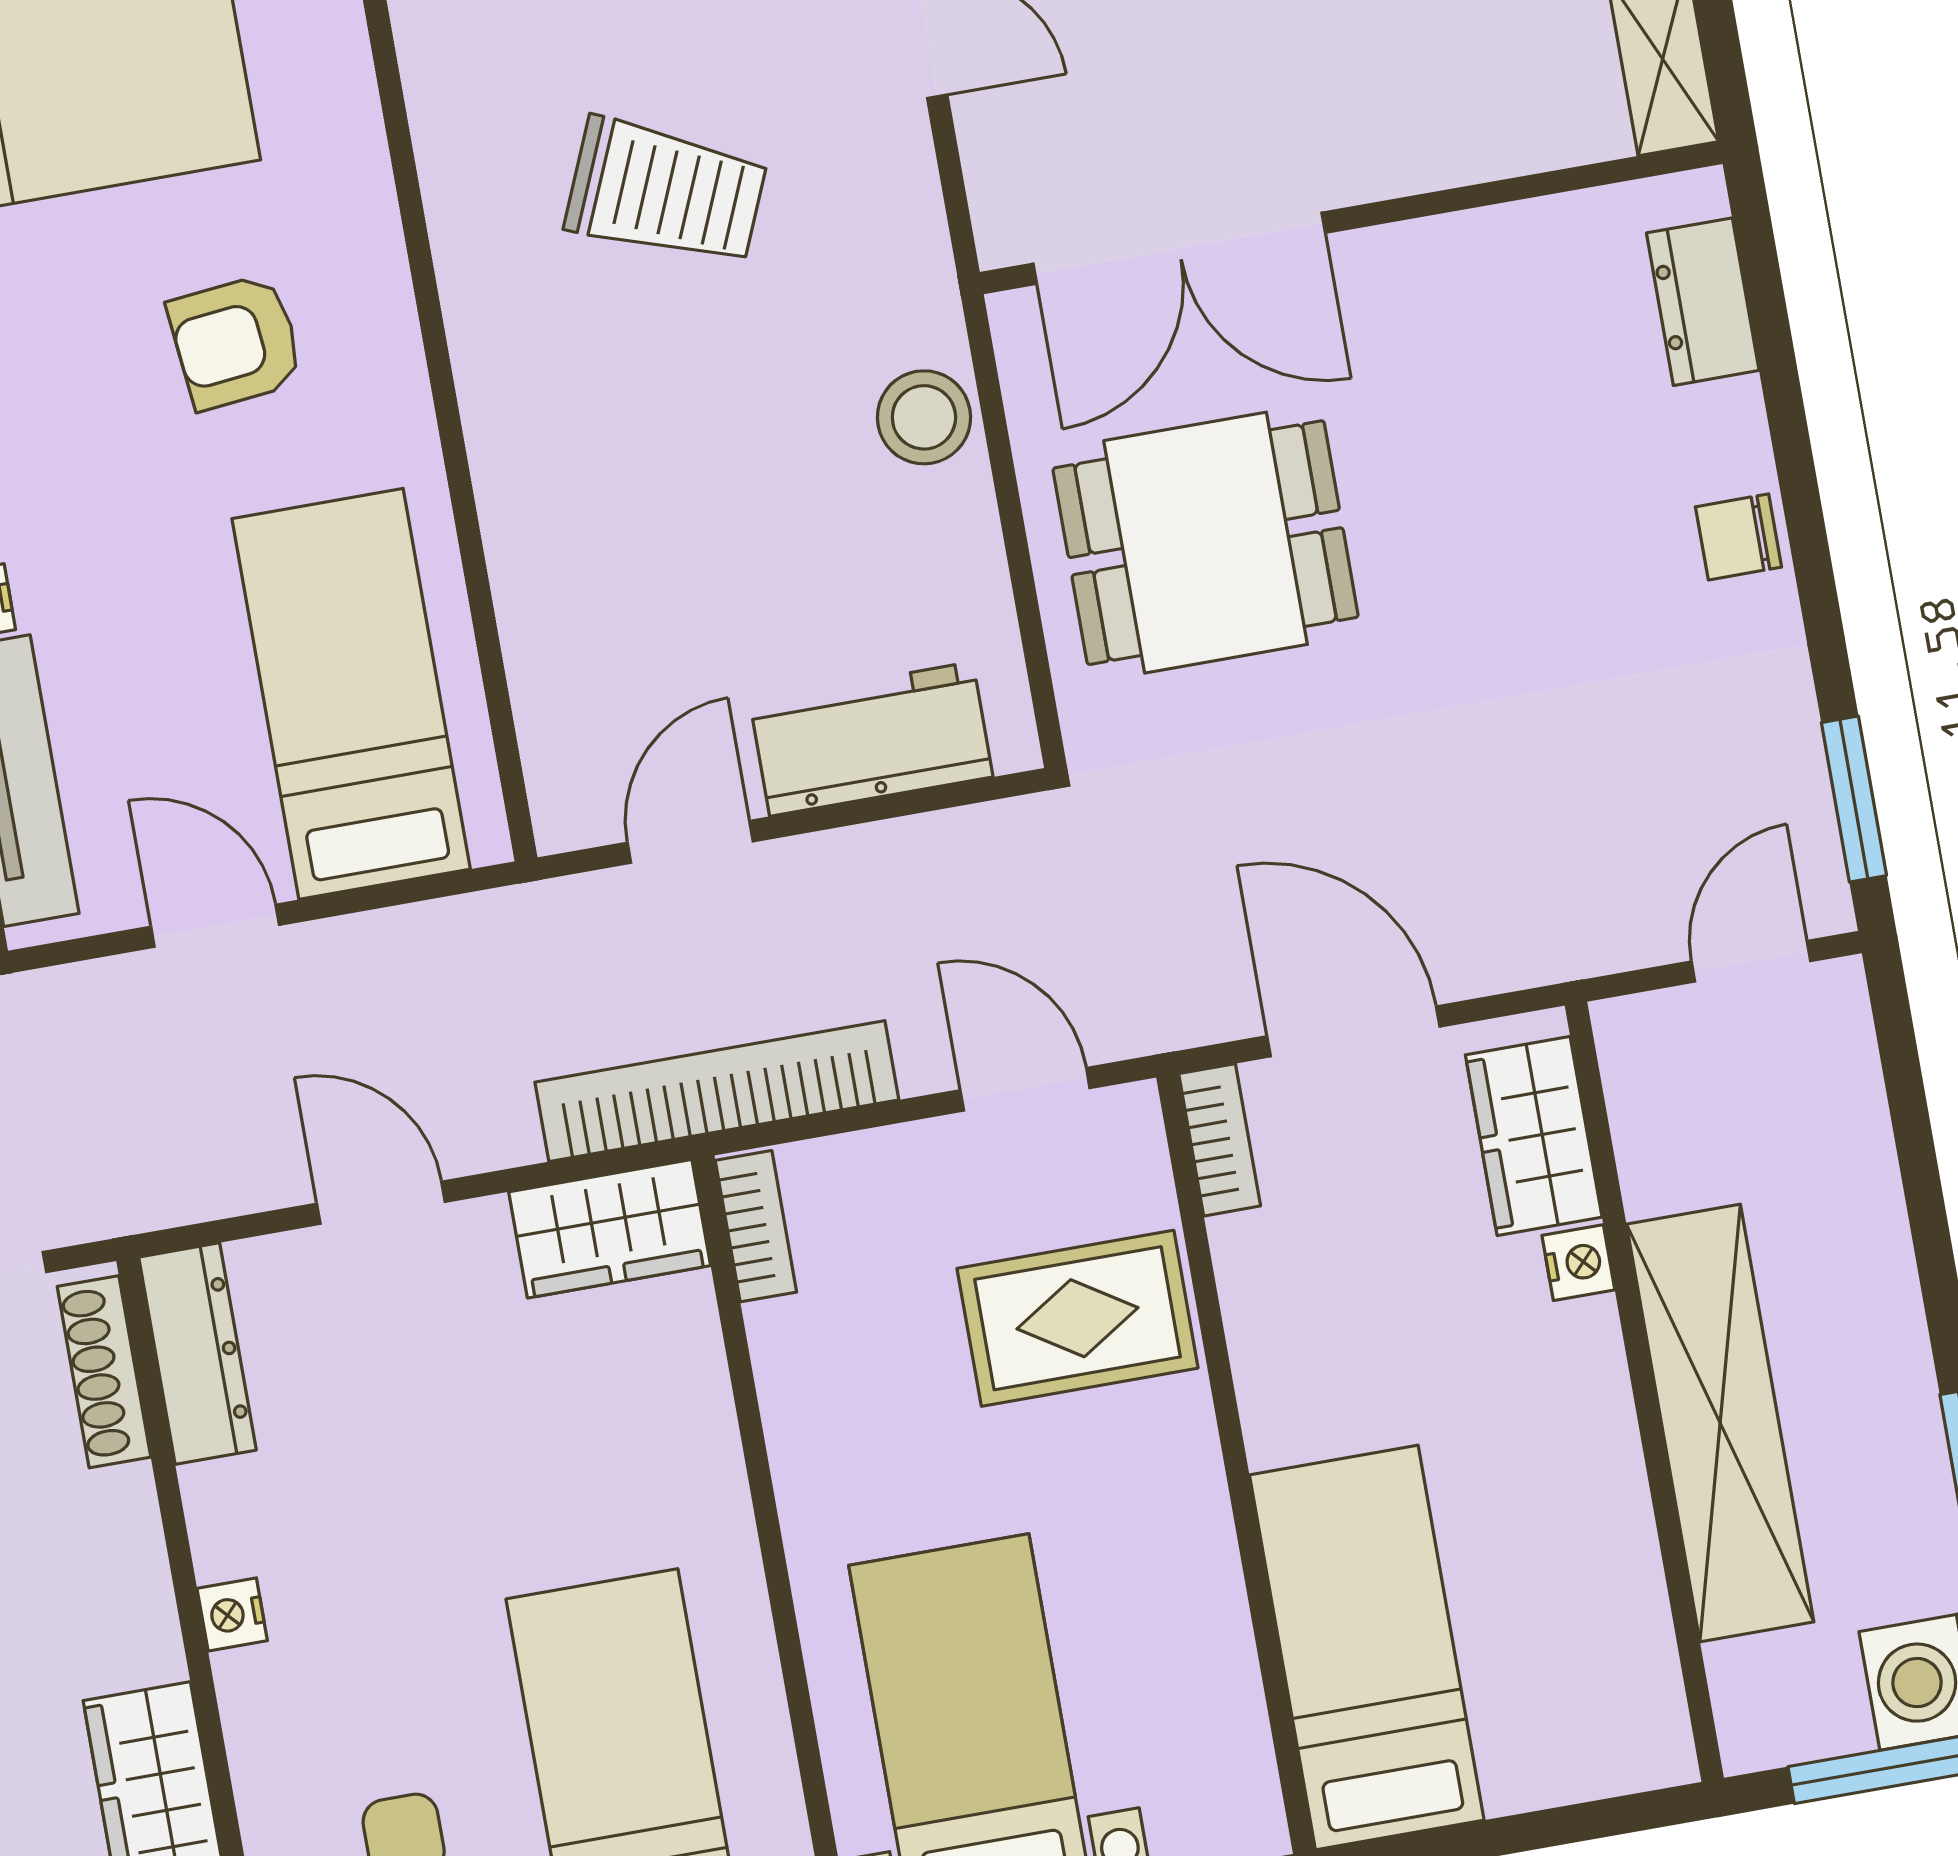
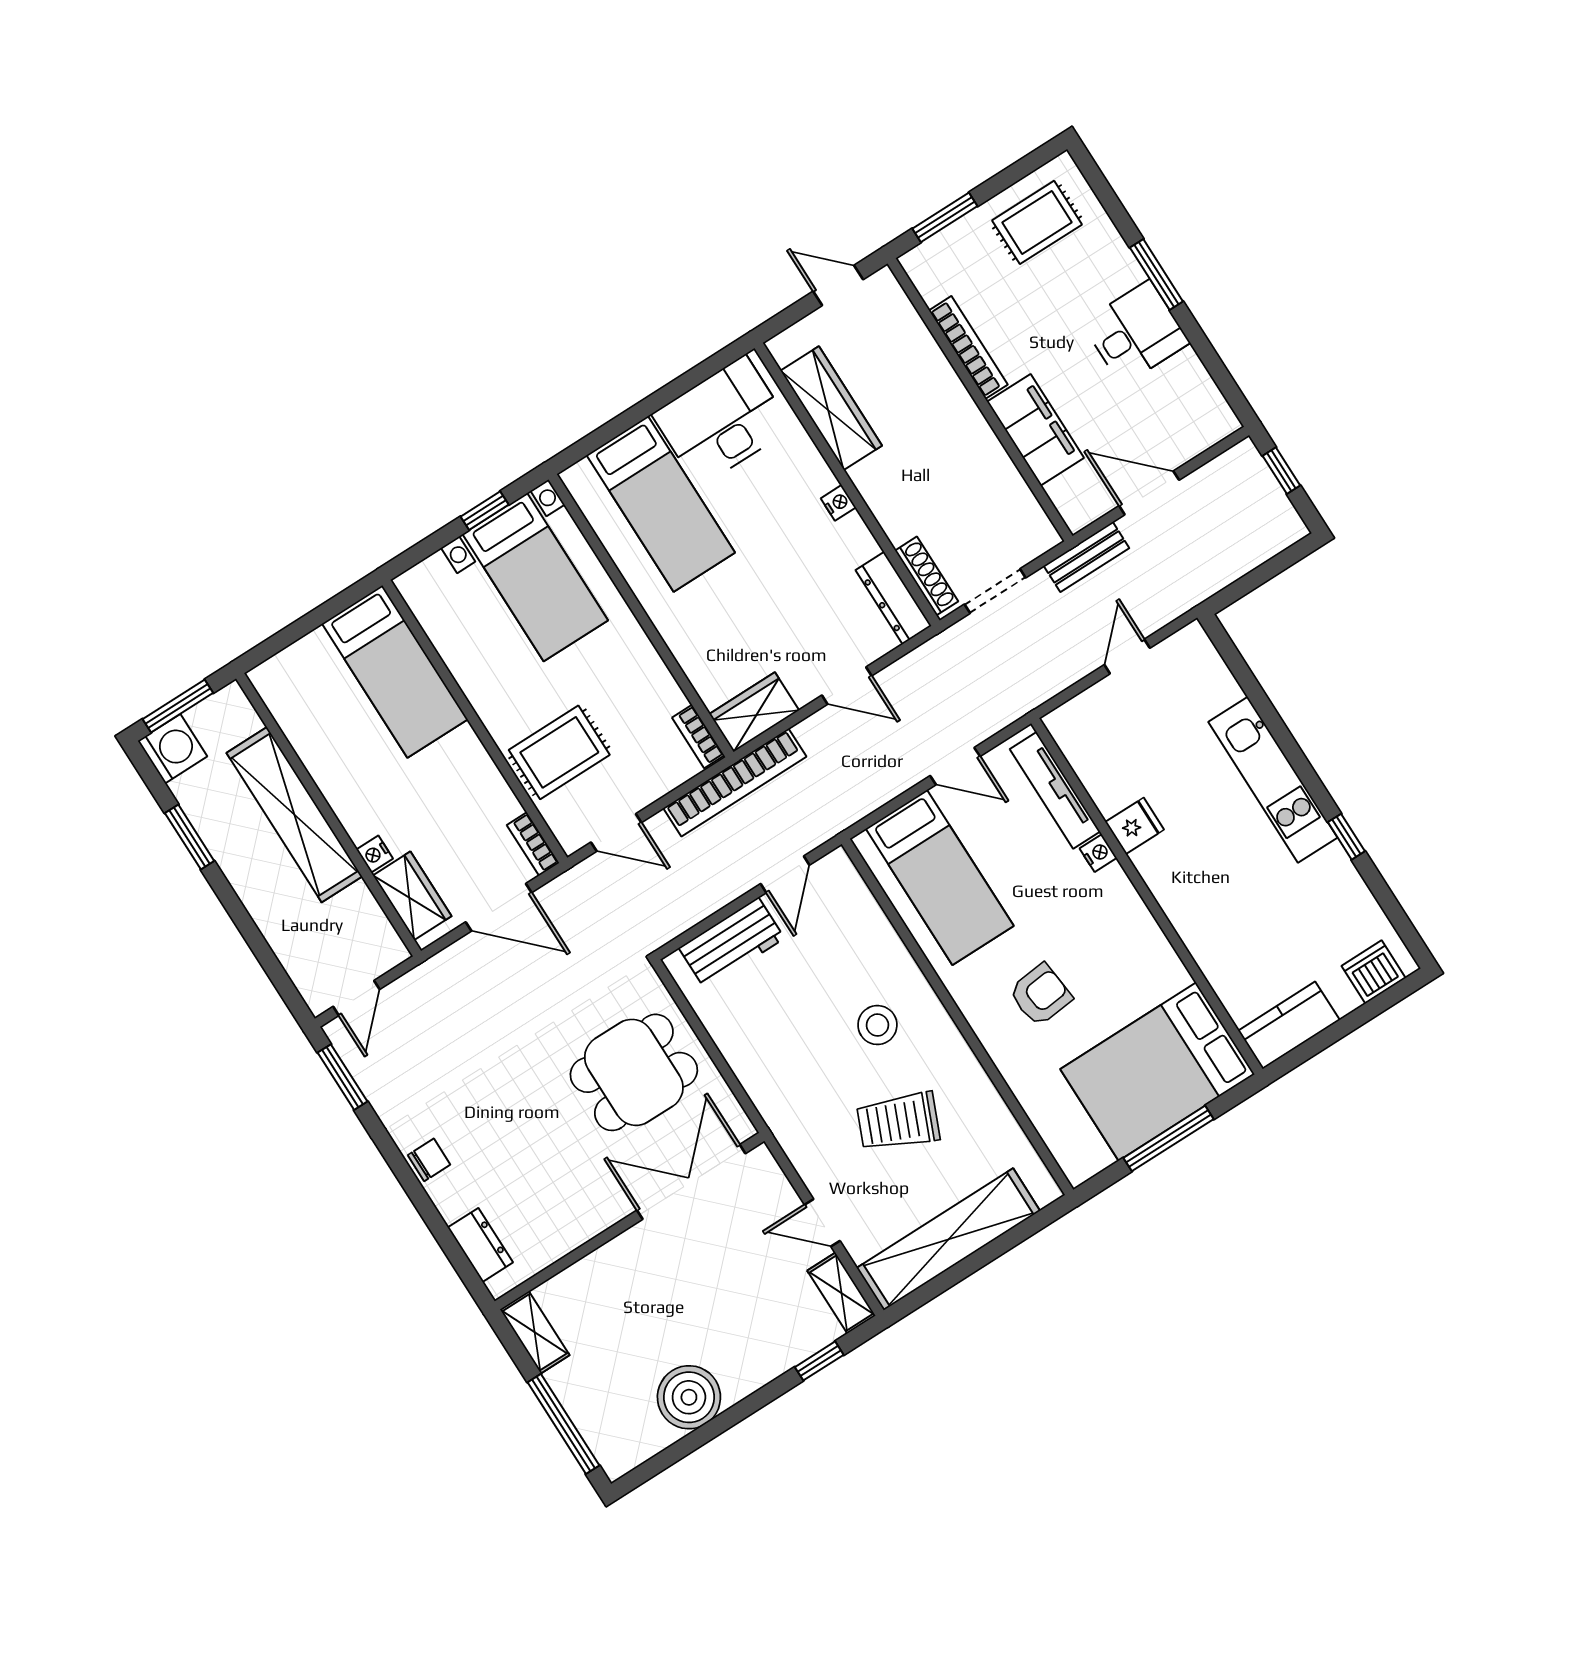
stool: (924, 417) -> (877, 1025), moved

